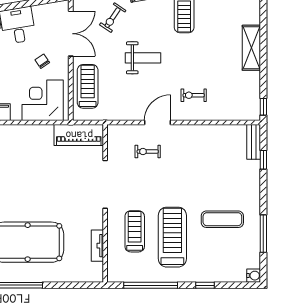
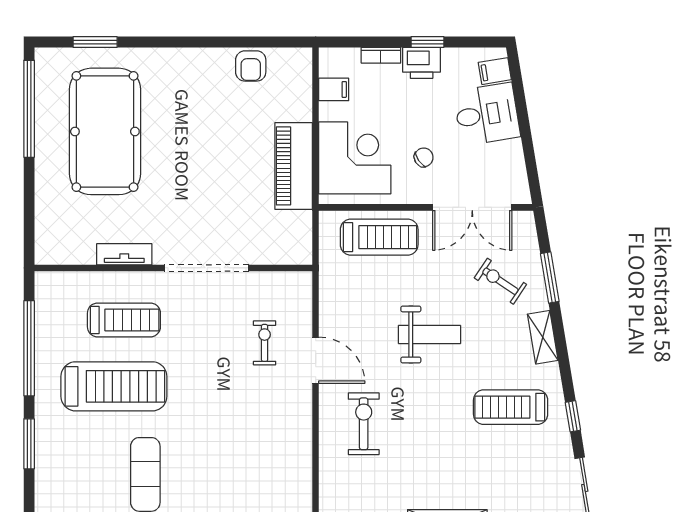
weight bench: (143, 58) -> (429, 334), turned -90
exercise bike: (194, 95) -> (364, 424), width x1.38, depth x1.39
piano: (79, 135) -> (294, 166), moved
tv unit: (97, 246) -> (124, 254), moved
window: (205, 285) -> (29, 444), width x1.50

